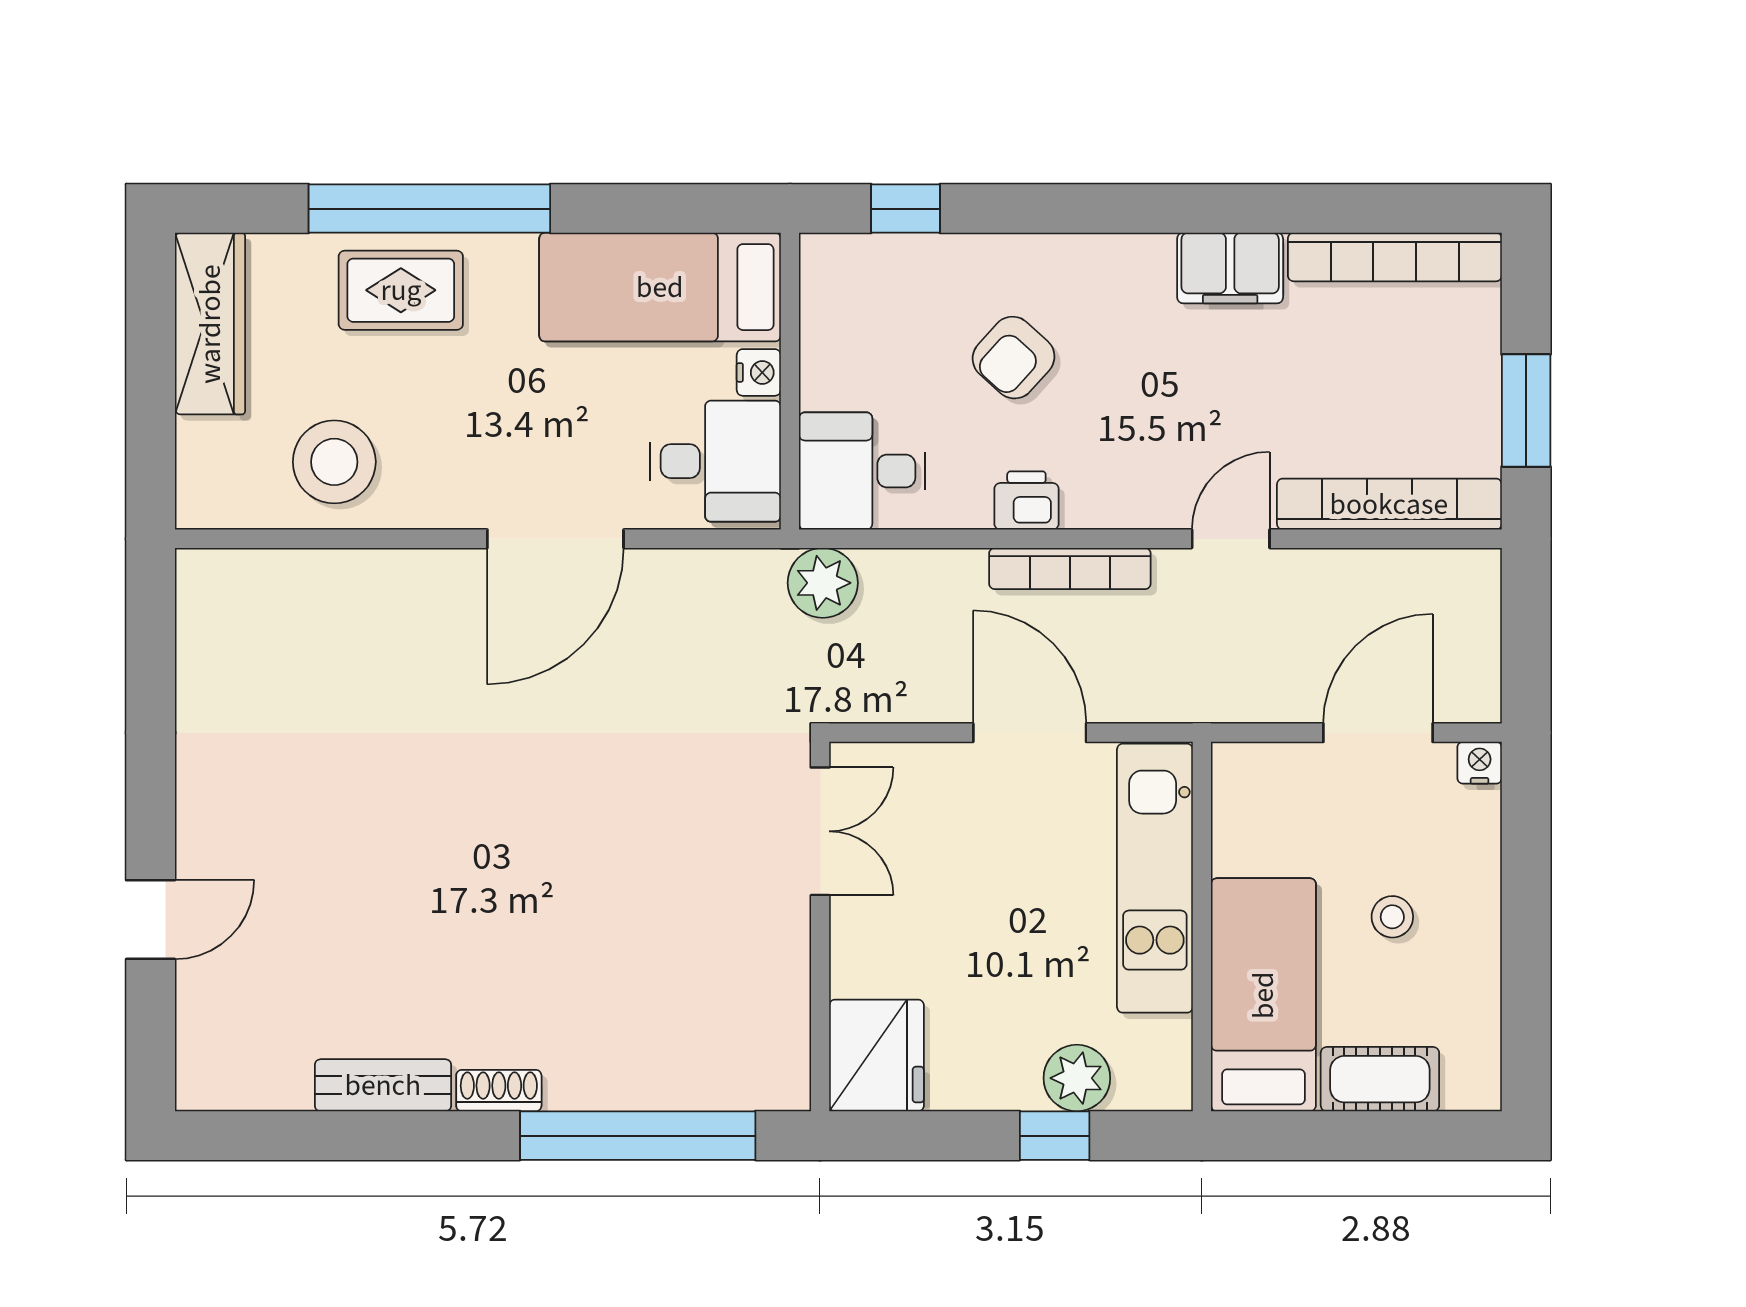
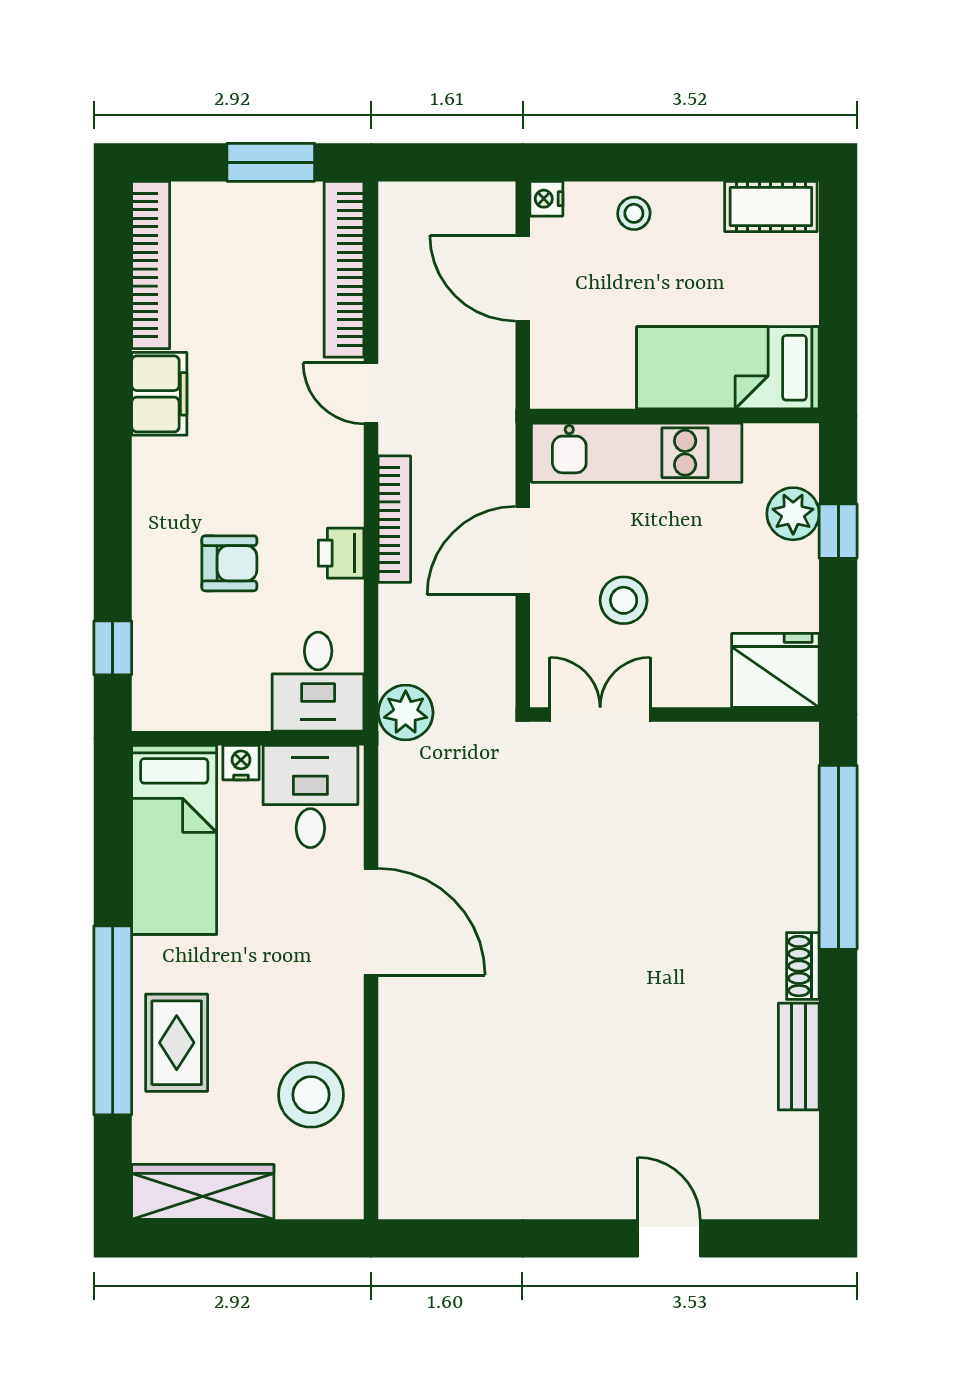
armchair: (1014, 358) -> (229, 563), turned -42
stool: (966, 861) -> (624, 600), added
stool: (1392, 917) -> (634, 213), moved
cot: (1380, 1079) -> (771, 206), moved, turned 90

